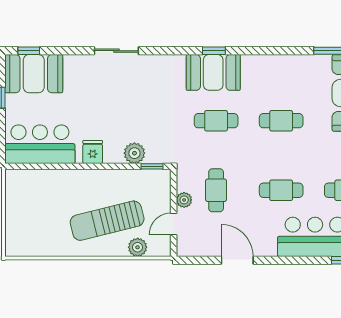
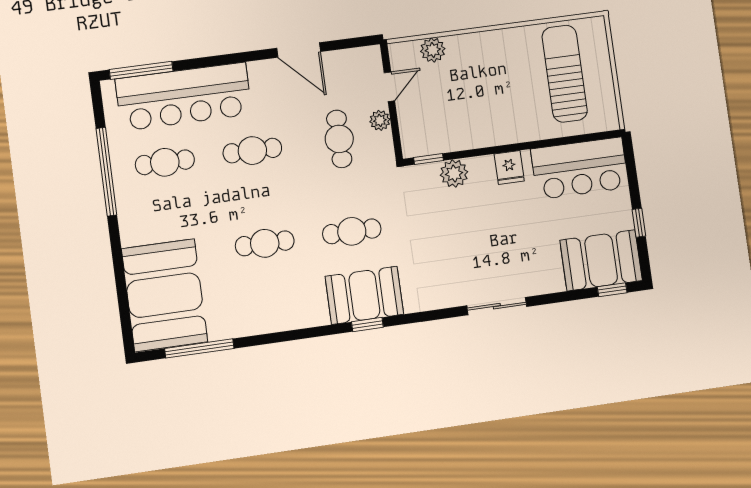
sun lounger: (107, 221) -> (565, 74), moved, turned -76

